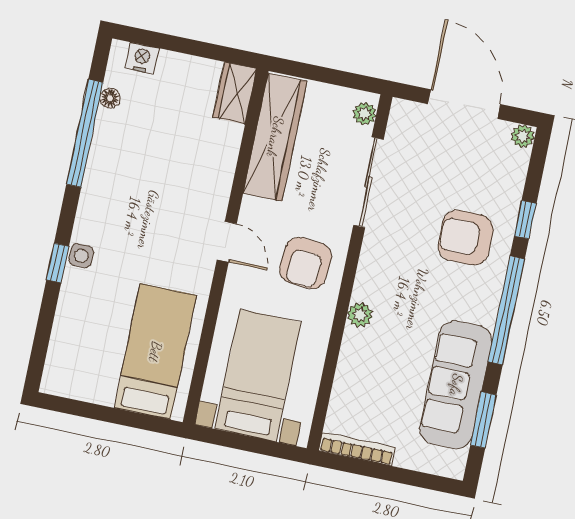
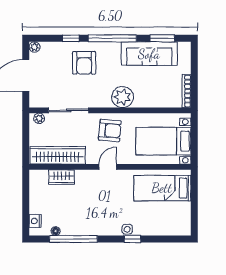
wardrobe: (235, 93) -> (62, 177), moved
plant: (360, 315) -> (123, 97), width x1.87, depth x1.87

